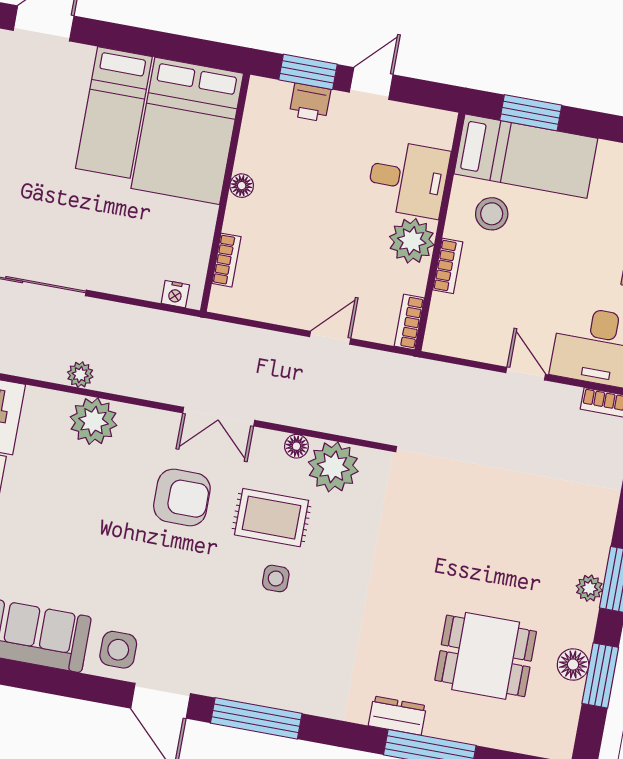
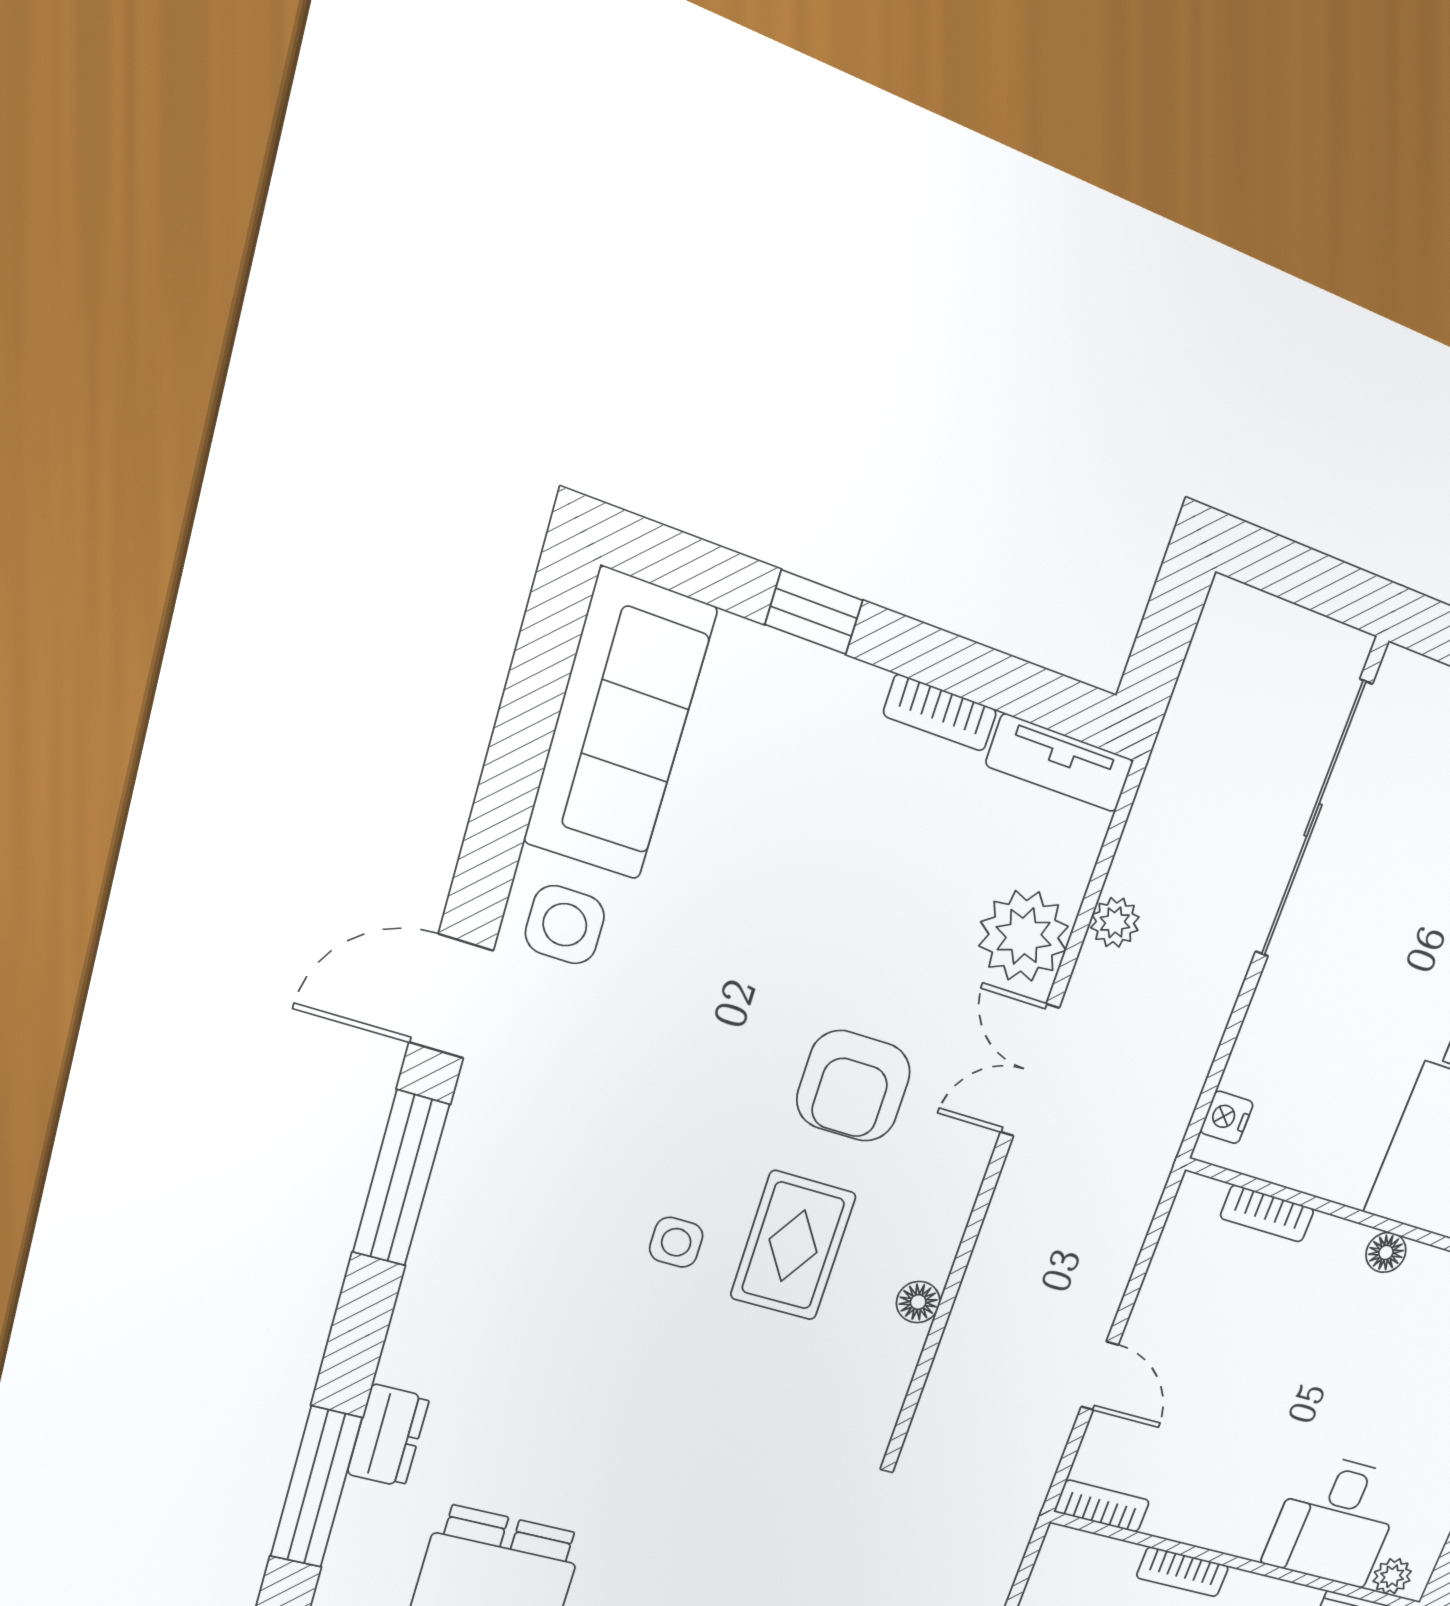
plant: (412, 241) -> (1392, 1576), moved, width x0.53, depth x0.53
double door: (219, 417) -> (1030, 1070), moved
plant: (333, 467) -> (871, 1362), removed

